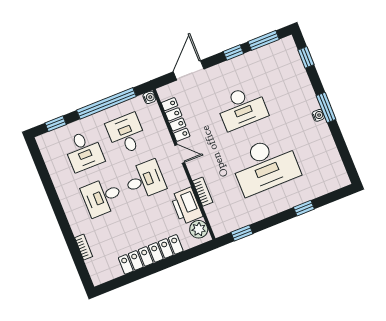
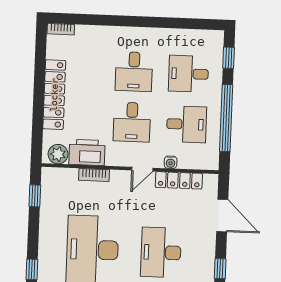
water cooler: (149, 97) -> (171, 162), moved
desk: (102, 197) -> (134, 72), turned 180
bookcase: (84, 247) -> (61, 29), moved

